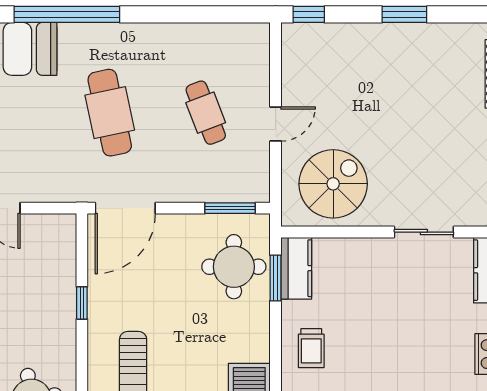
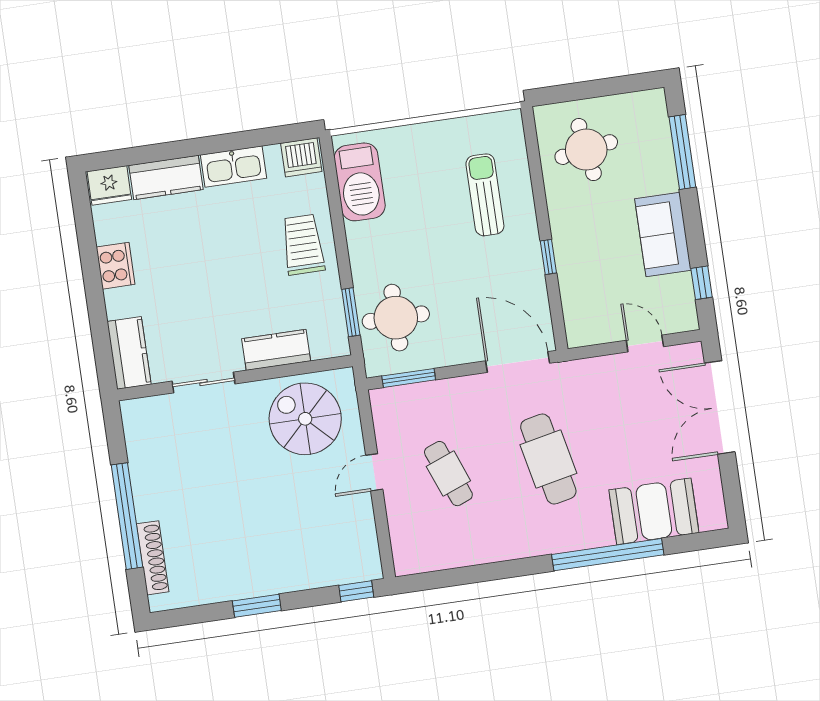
spiral stairs: (333, 184) -> (305, 419), turned 90
door: (125, 208) -> (518, 362), hinge flipped
kitchen counter: (296, 268) -> (276, 350), moved, turned 90
trolley: (311, 348) -> (303, 245), width x1.36, depth x1.39

